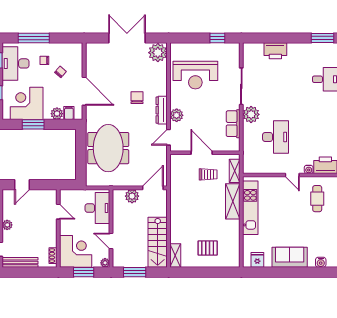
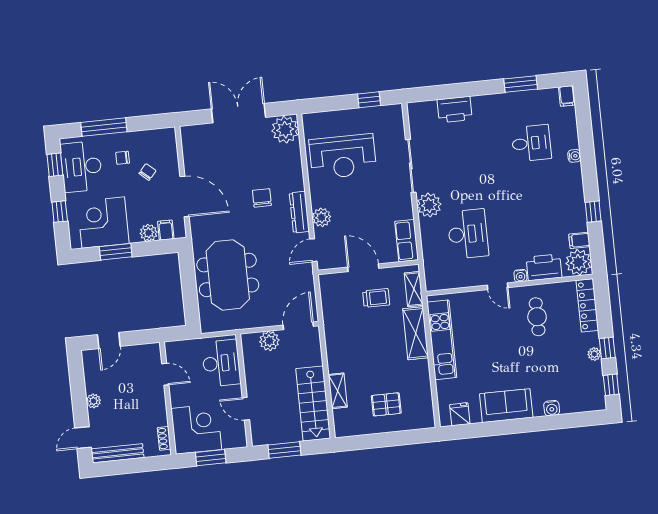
row of seats: (233, 124) -> (407, 241), moved
shelving: (175, 255) -> (338, 391), moved
plant: (105, 263) -> (240, 441), removed

